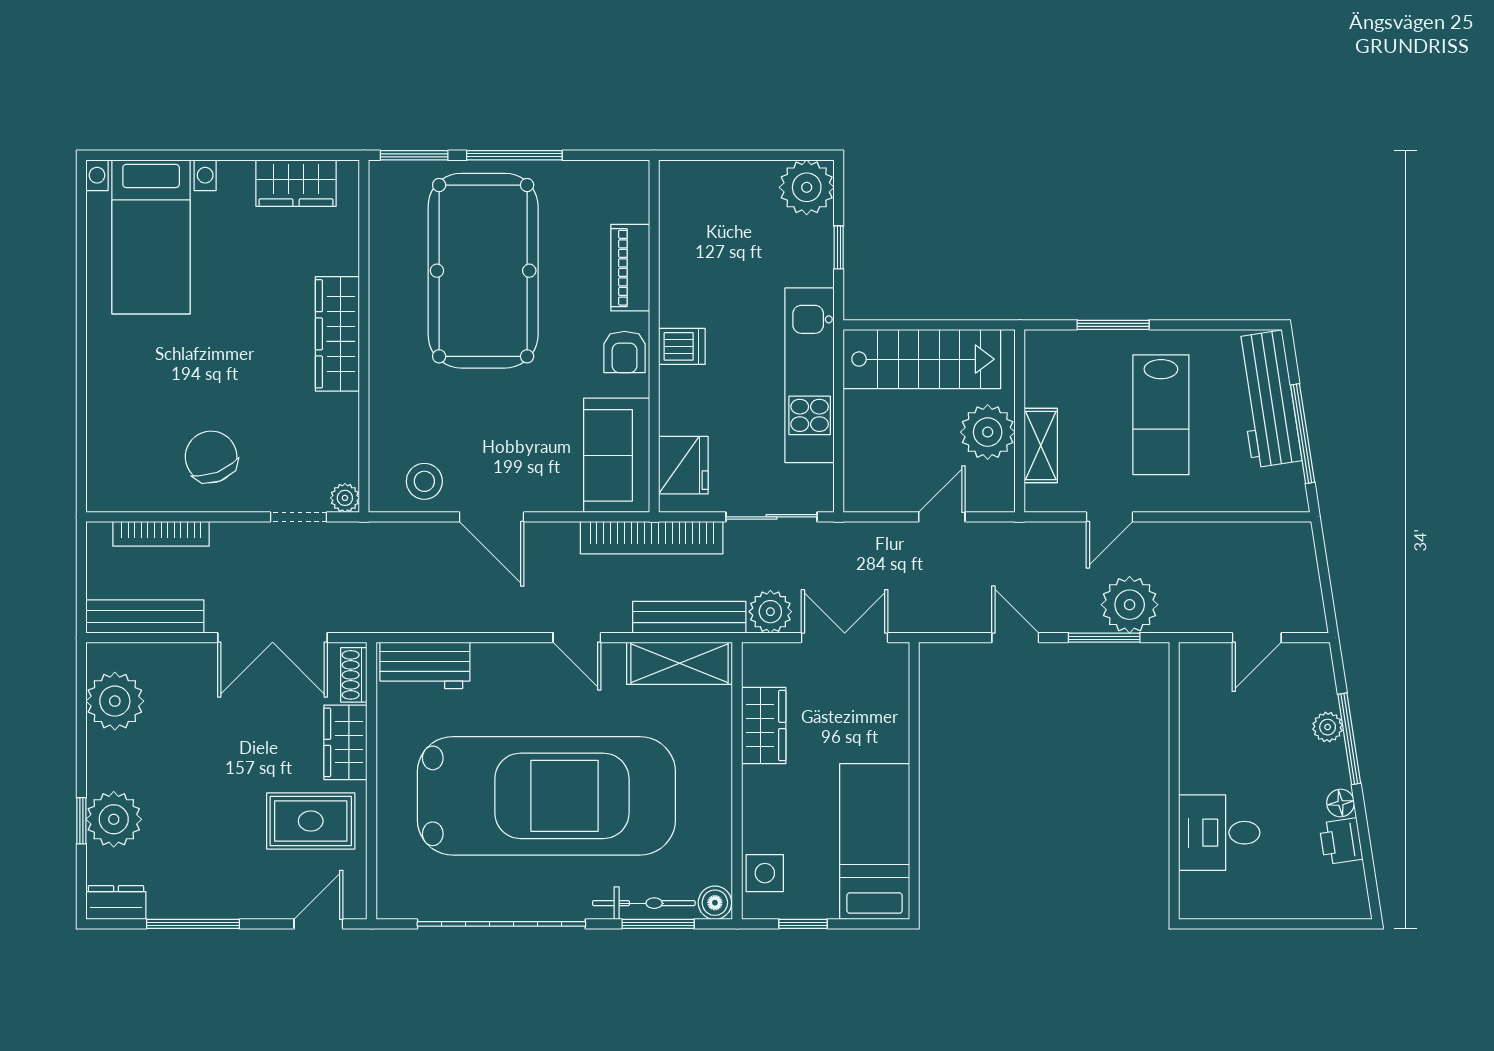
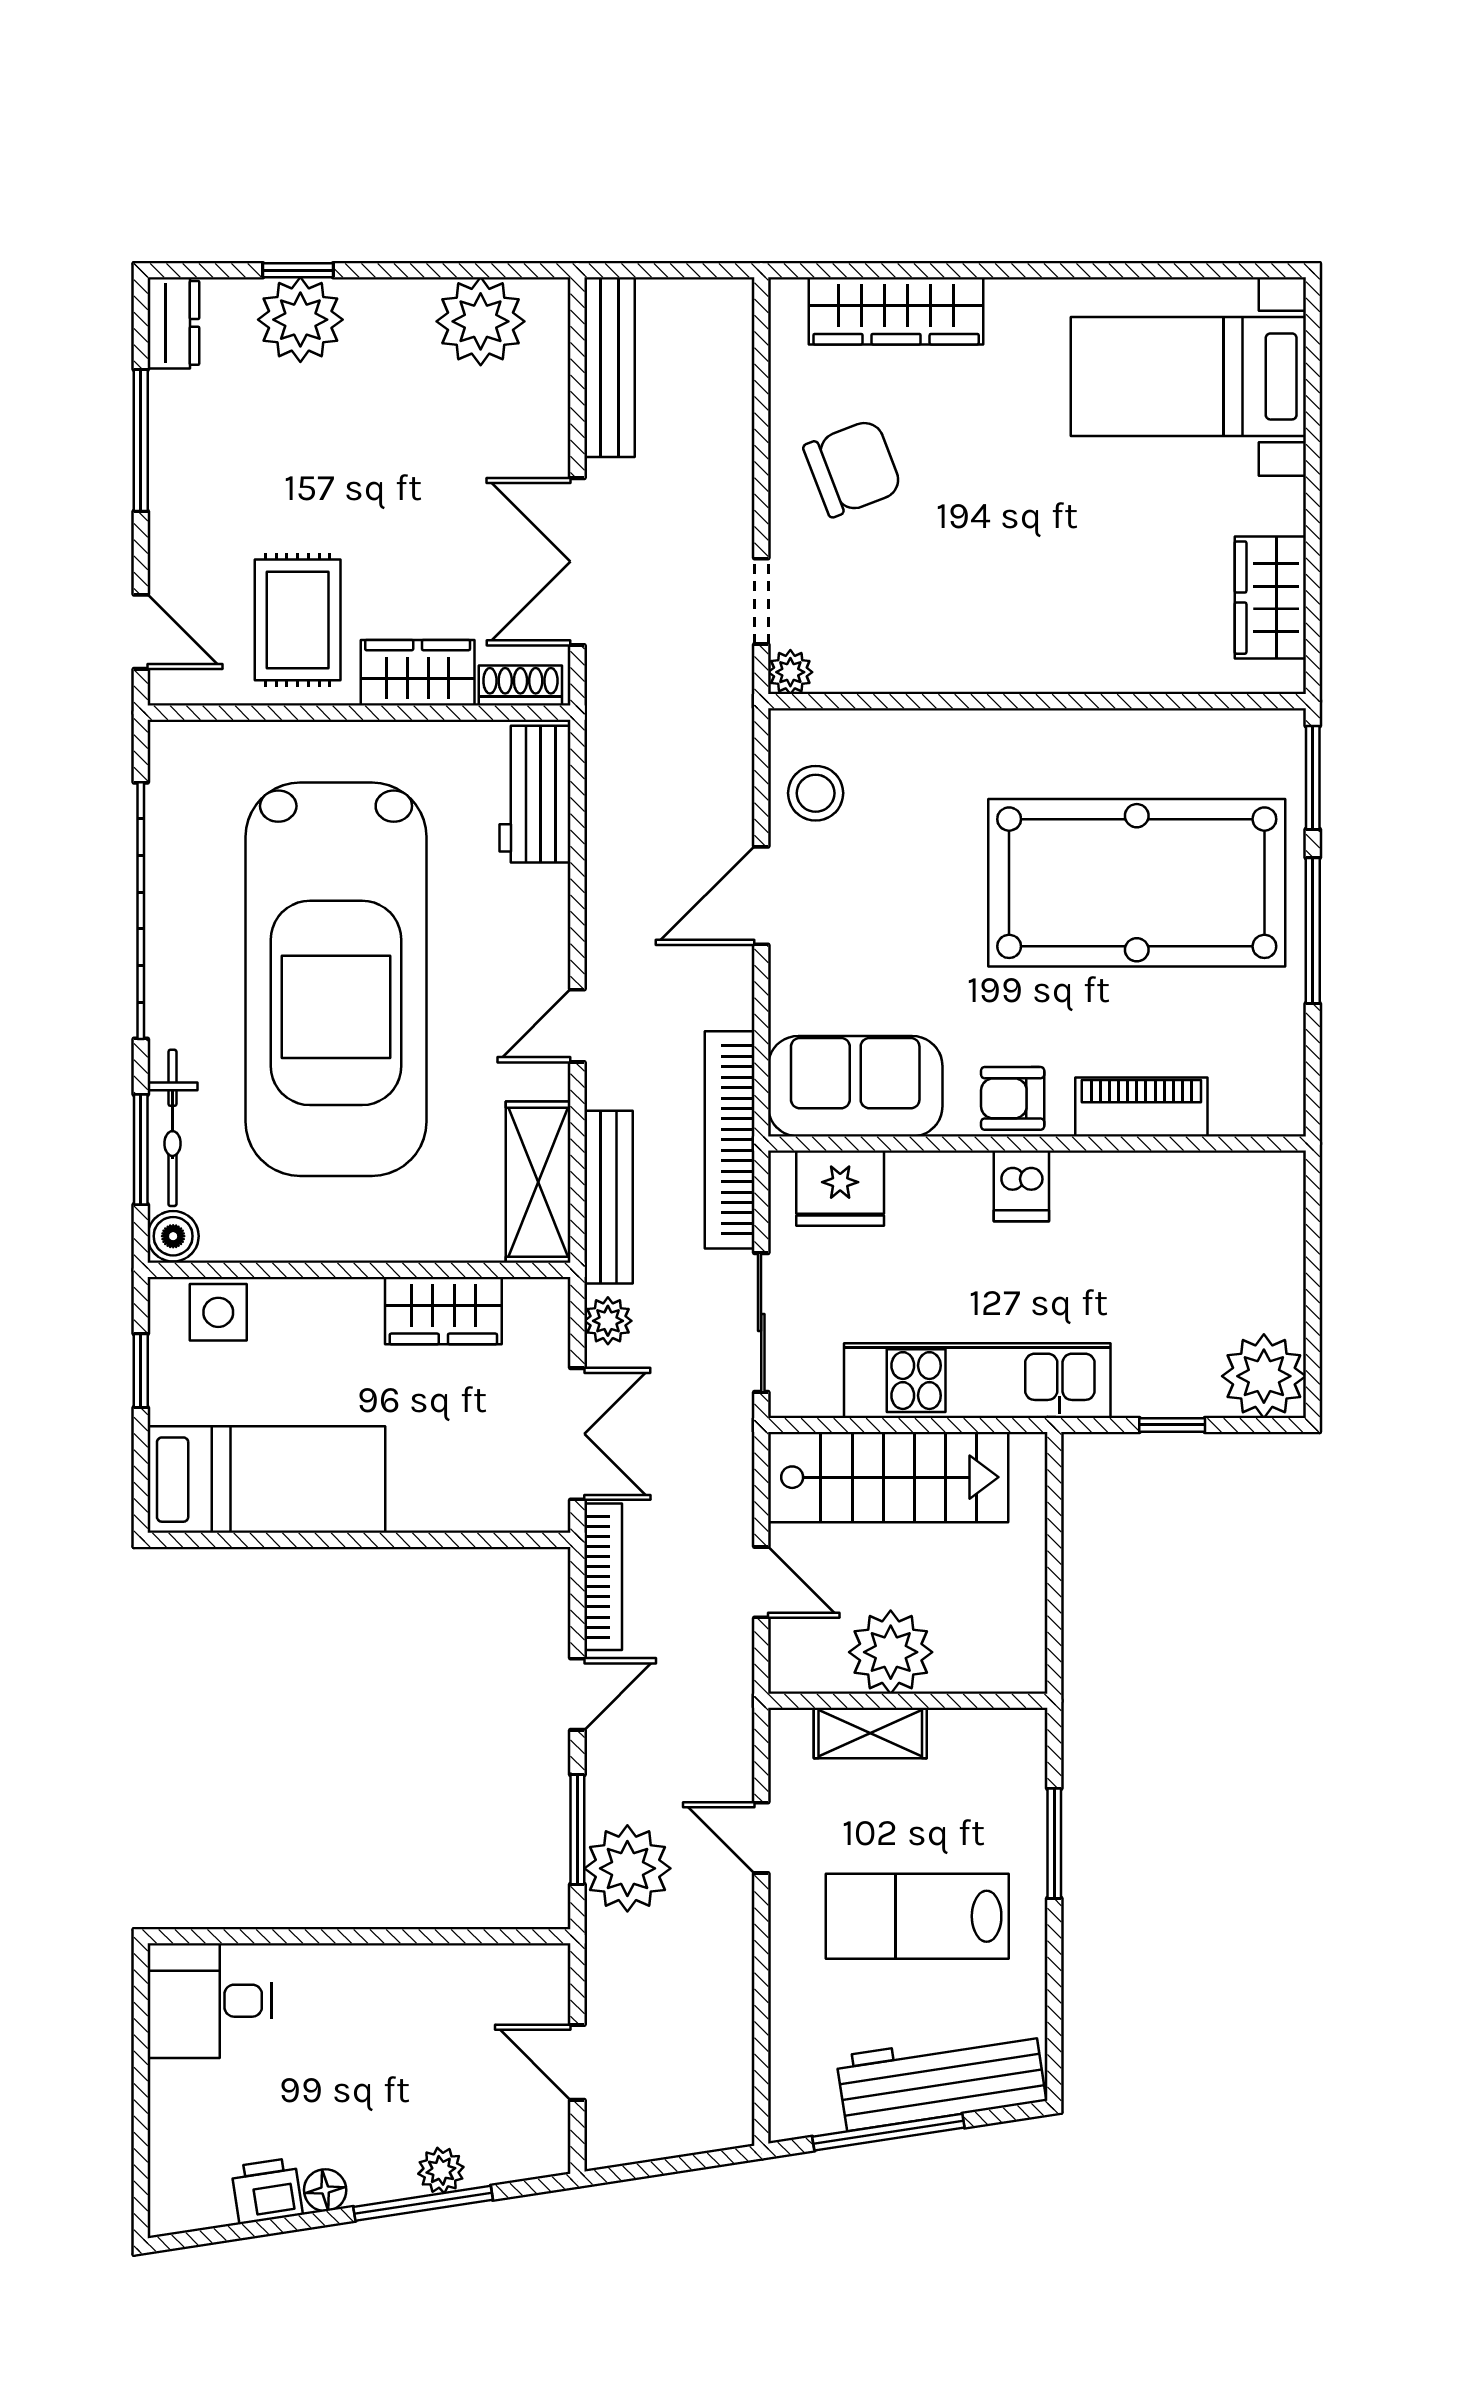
wardrobe: (337, 334) -> (896, 311), moved, turned 180
stairs: (922, 359) -> (888, 1477), moved, turned -90
bookcase: (161, 534) -> (603, 1577), moved, turned 180
plant: (770, 612) -> (608, 1321), width x0.73, depth x0.73
desk: (1219, 833) -> (210, 2001), moved, turned -90

